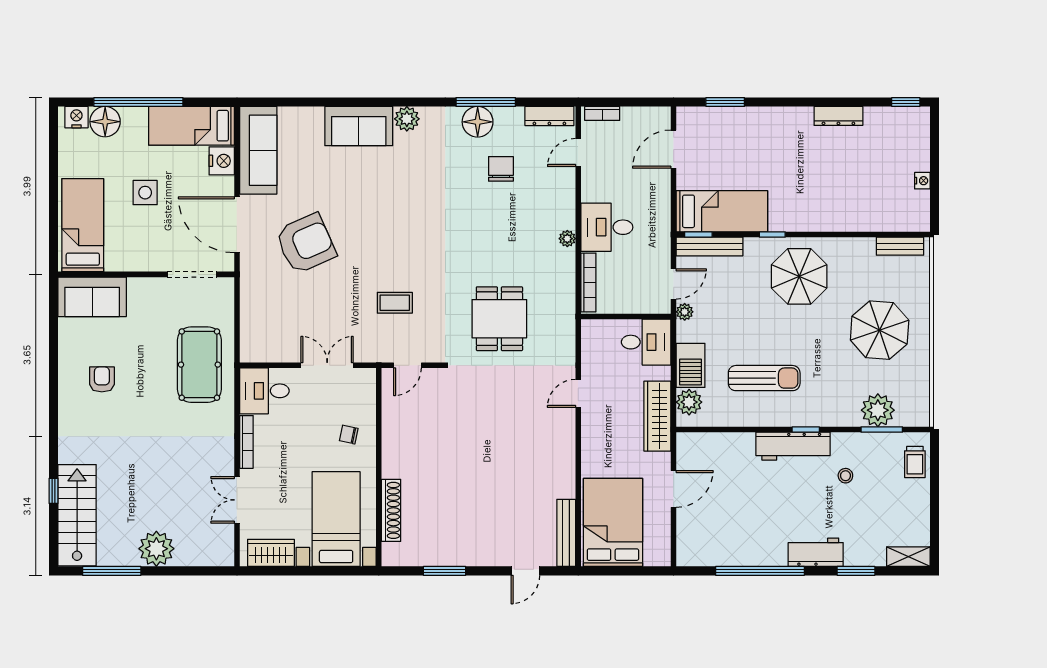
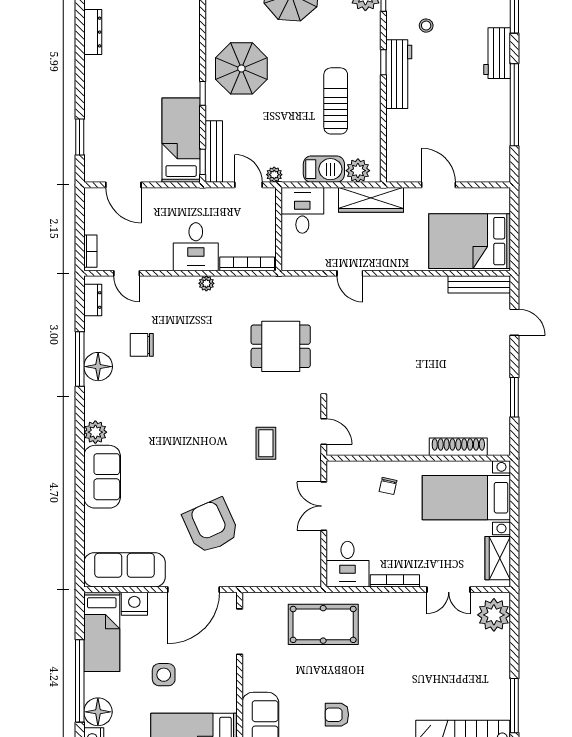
dresser: (549, 116) -> (93, 300), width x0.70
plant: (156, 549) -> (494, 615), moved

